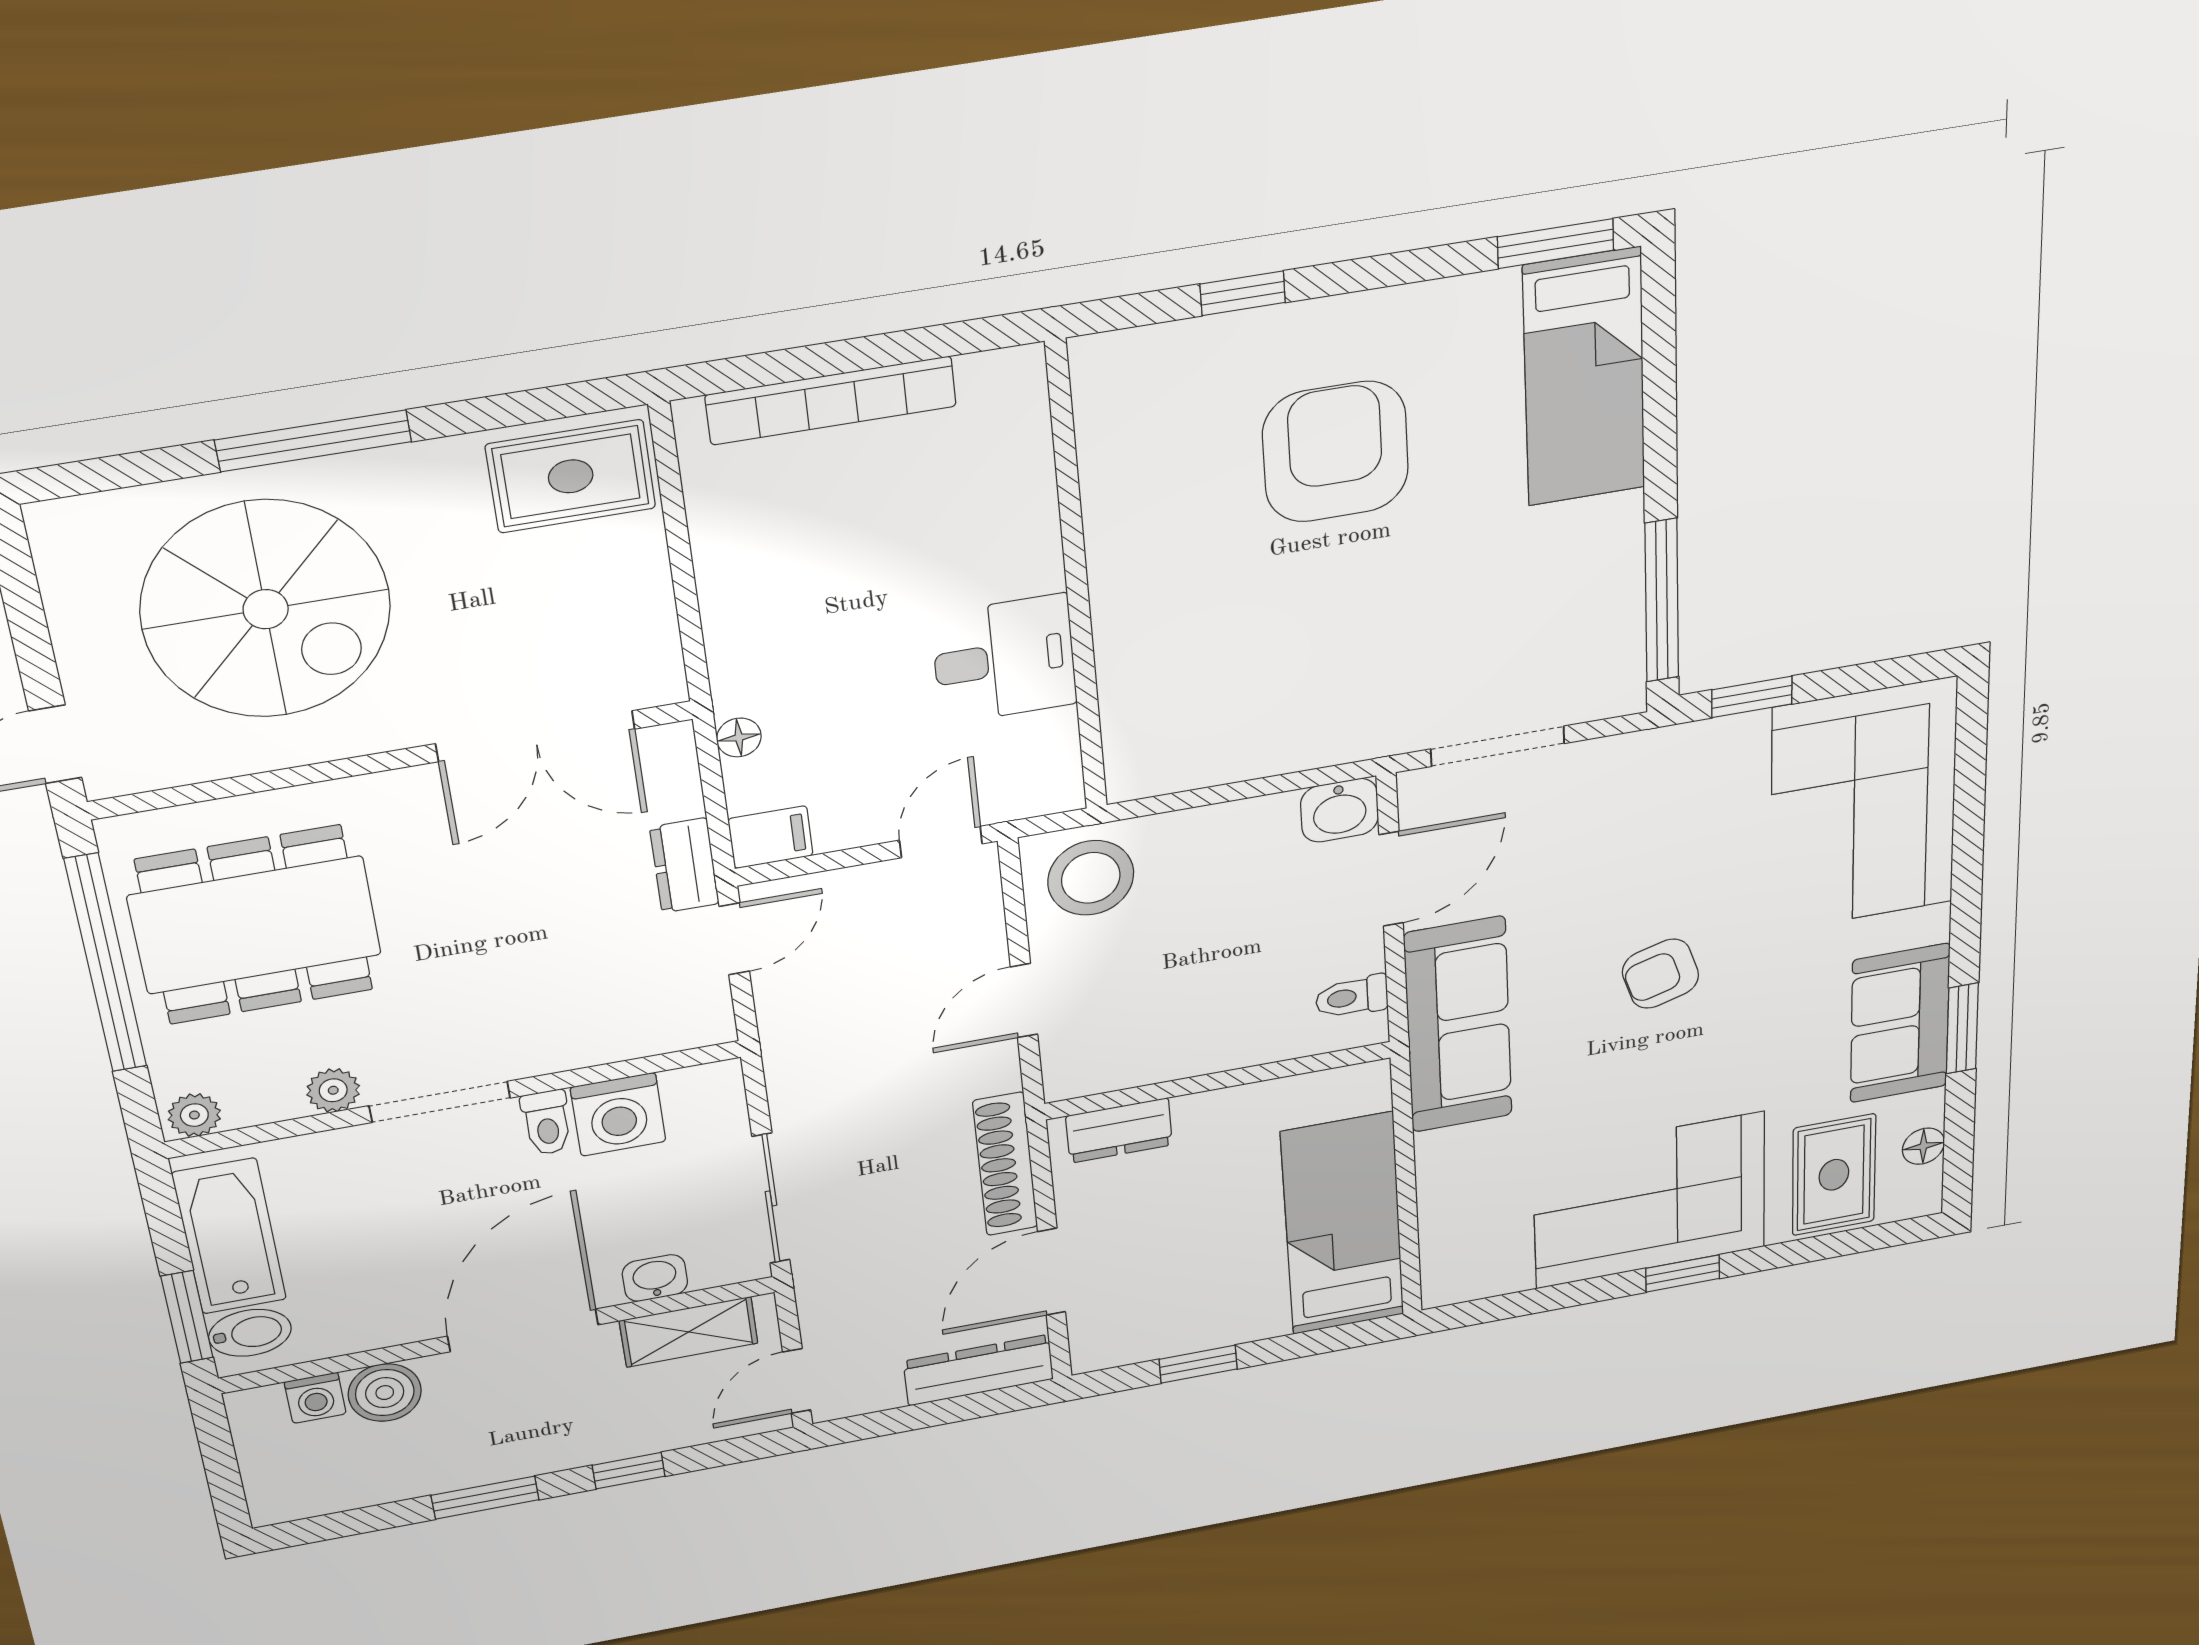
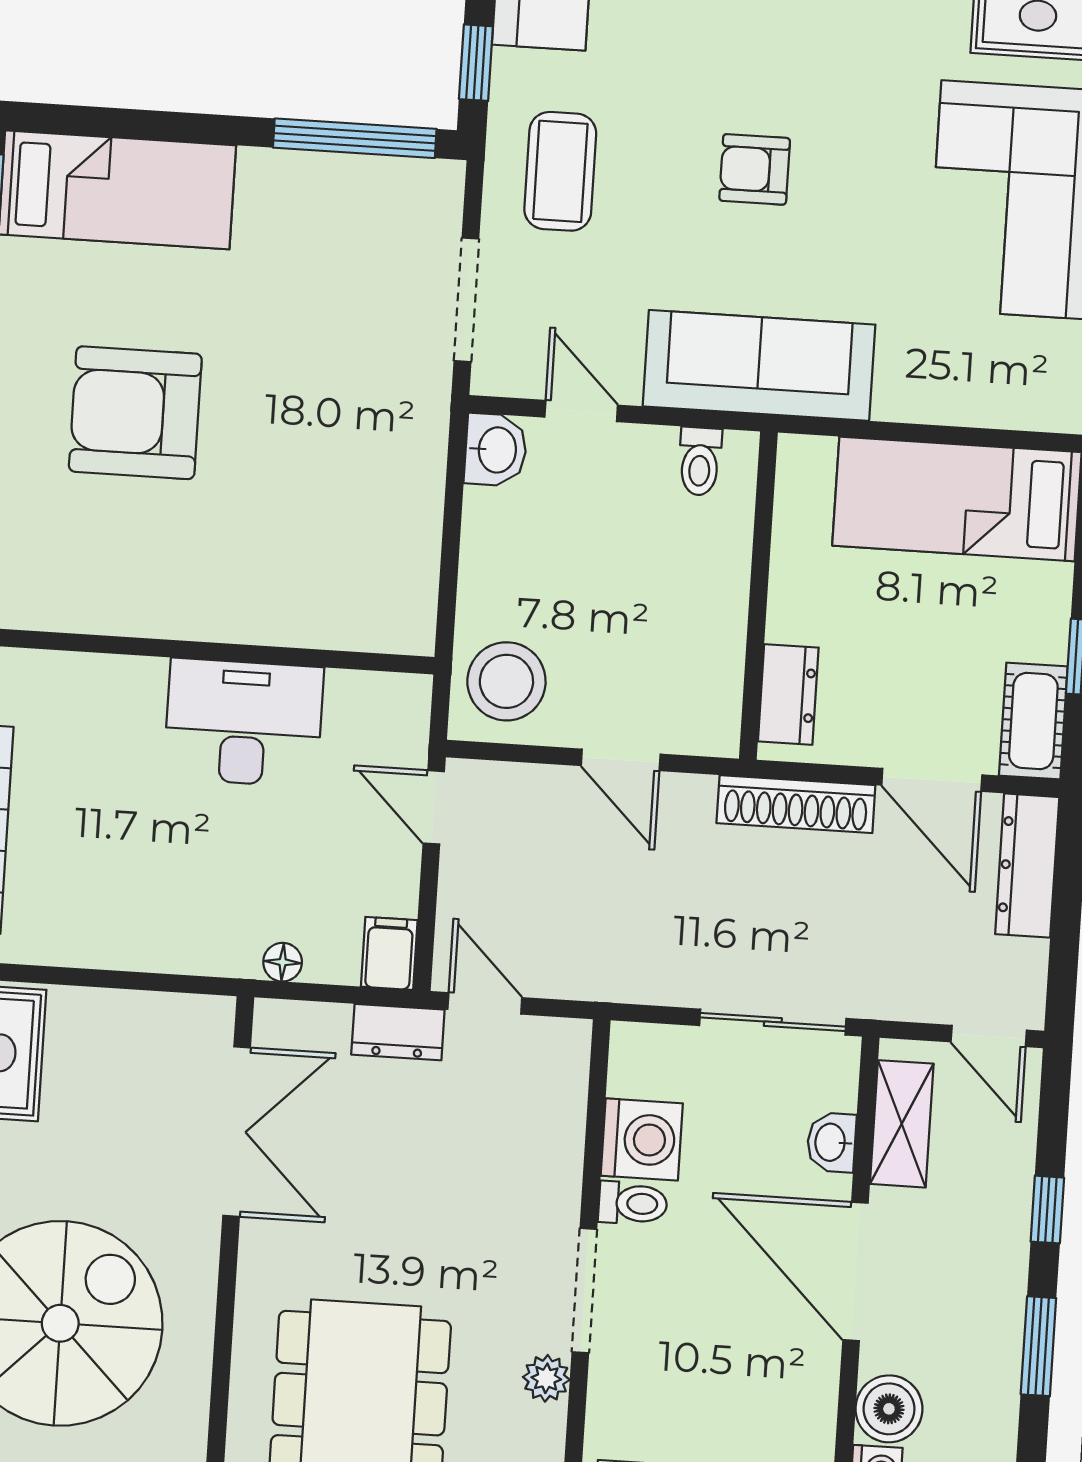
desk: (1004, 659) -> (244, 723), width x1.37
coffee table: (1643, 801) -> (560, 171), added
door: (1391, 879) -> (581, 411), width x0.73
armchair: (1660, 974) -> (755, 169), turned 107
cot: (1127, 1340) -> (1033, 721), added

